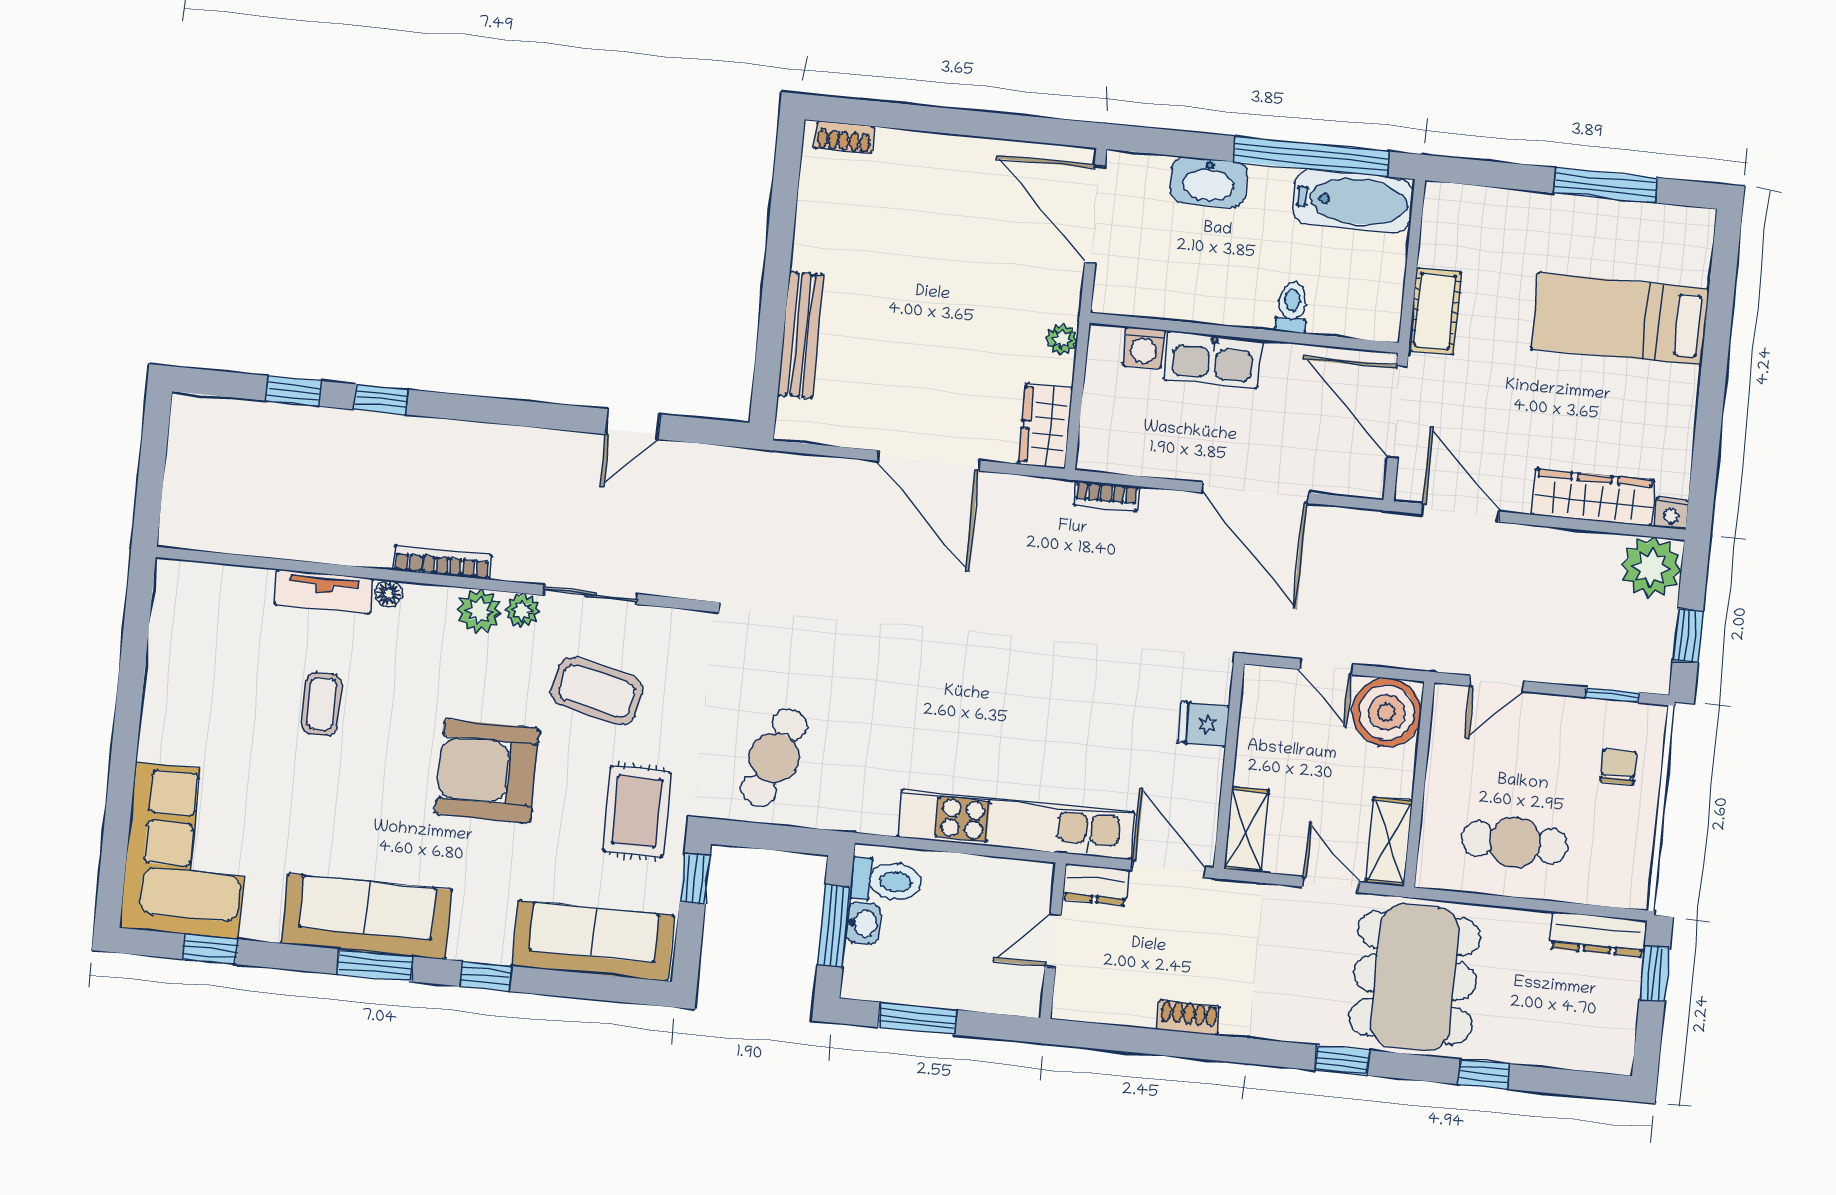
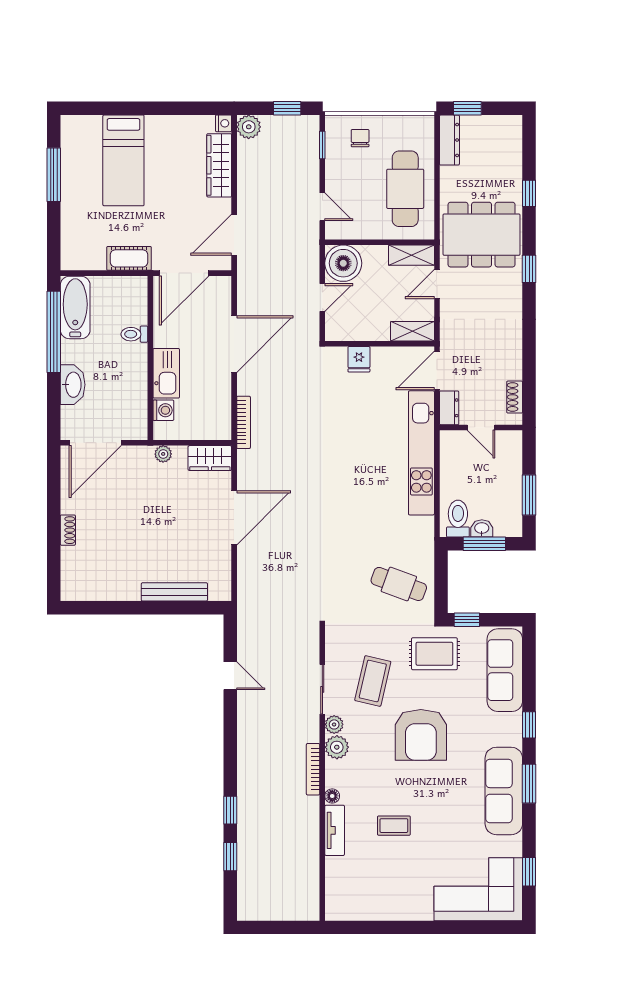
shoe rack: (844, 137) -> (68, 530), moved
bookcase: (1106, 496) -> (244, 422), width x1.56
plant: (1651, 567) -> (249, 127), width x0.73, depth x0.73
chair: (1618, 767) -> (360, 138), turned 90
cafe table: (1515, 842) -> (405, 189), width x1.37, depth x1.35
shoe rack: (1188, 1018) -> (515, 397), moved

